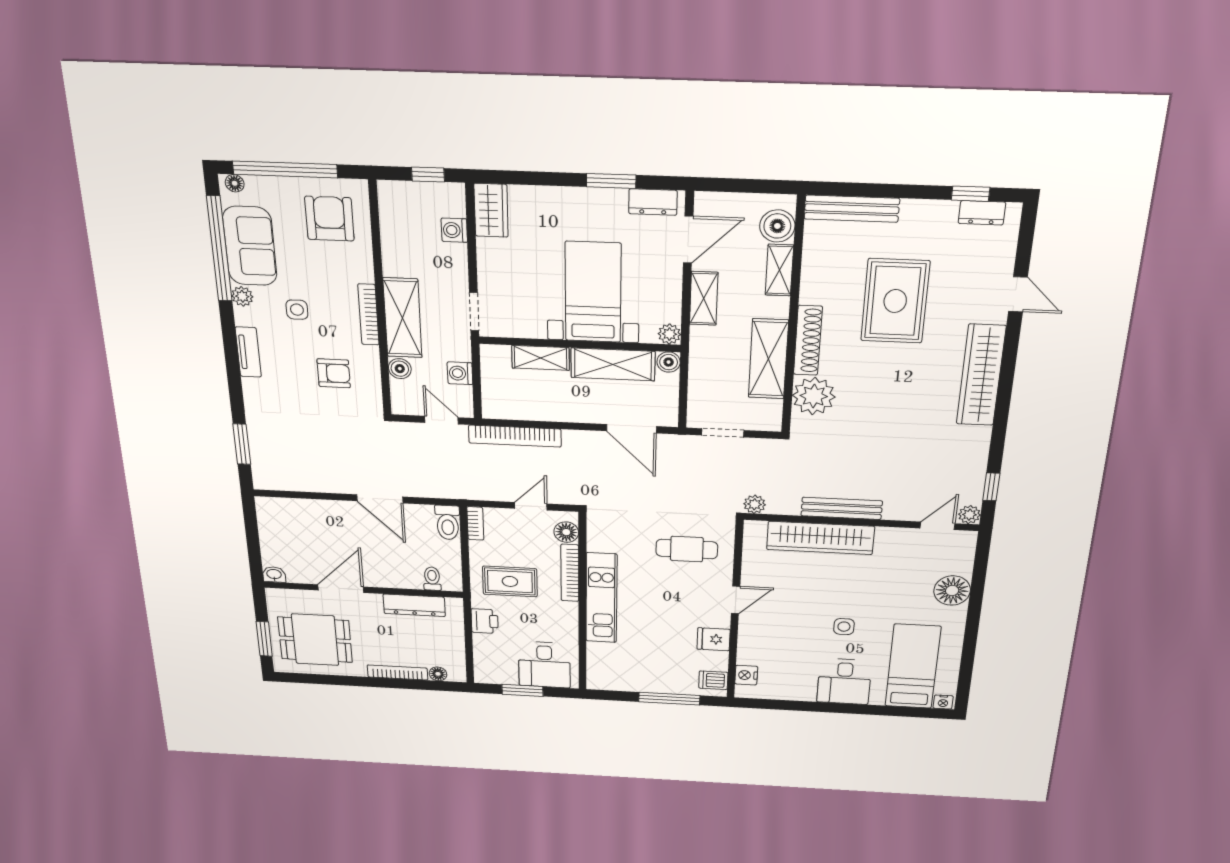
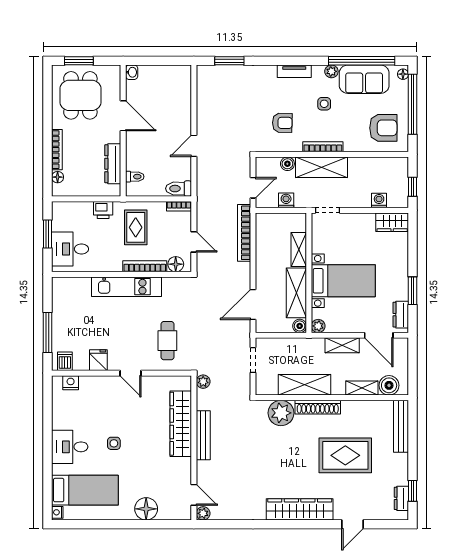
armchair: (334, 373) -> (282, 123), turned -89
window: (991, 487) -> (224, 524), removed
door: (380, 499) -> (194, 146), width x0.73

